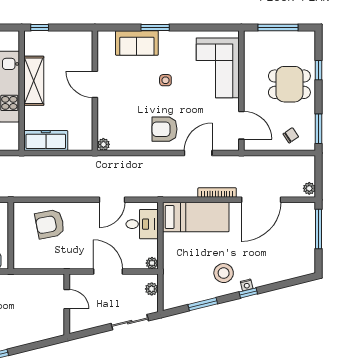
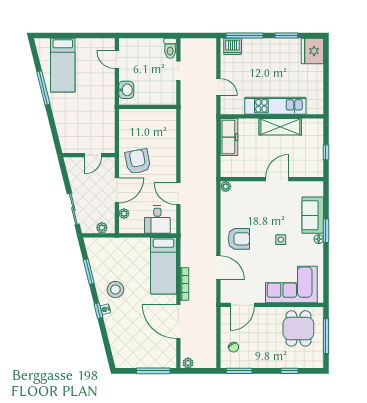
window: (40, 28) -> (326, 152), moved
floor lamp: (165, 36) -> (319, 239), added
dining table: (289, 84) -> (298, 328), moved
armchair: (165, 129) -> (239, 239), turned 90
armchair: (50, 224) -> (138, 161), moved
plant: (152, 263) -> (124, 214), moved

